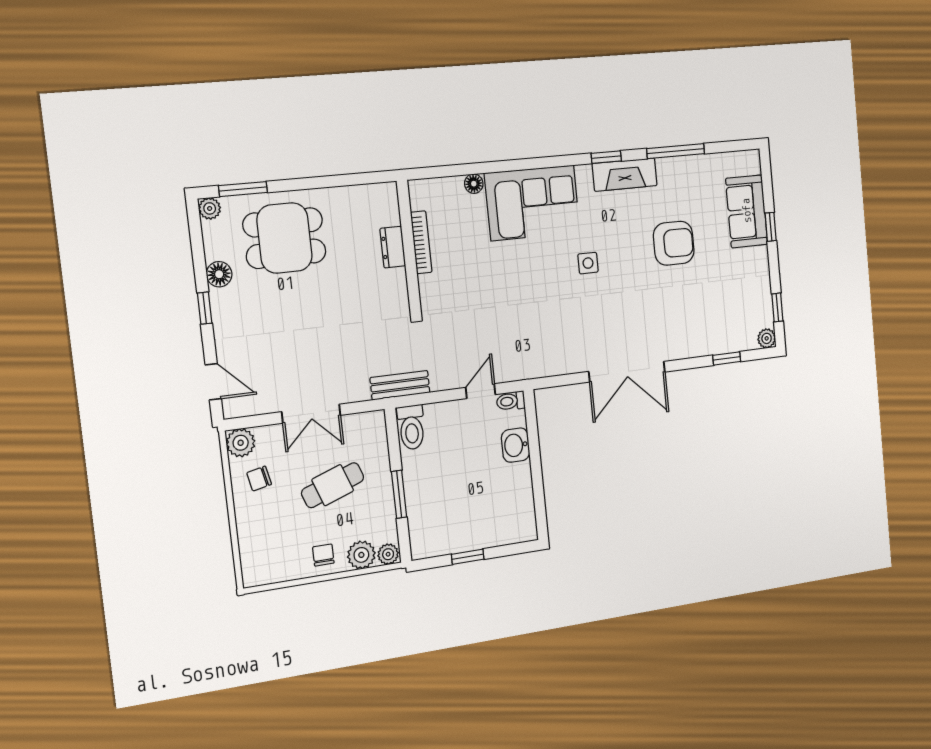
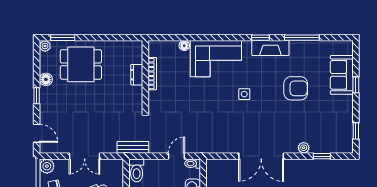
plant: (767, 338) -> (304, 148), moved

